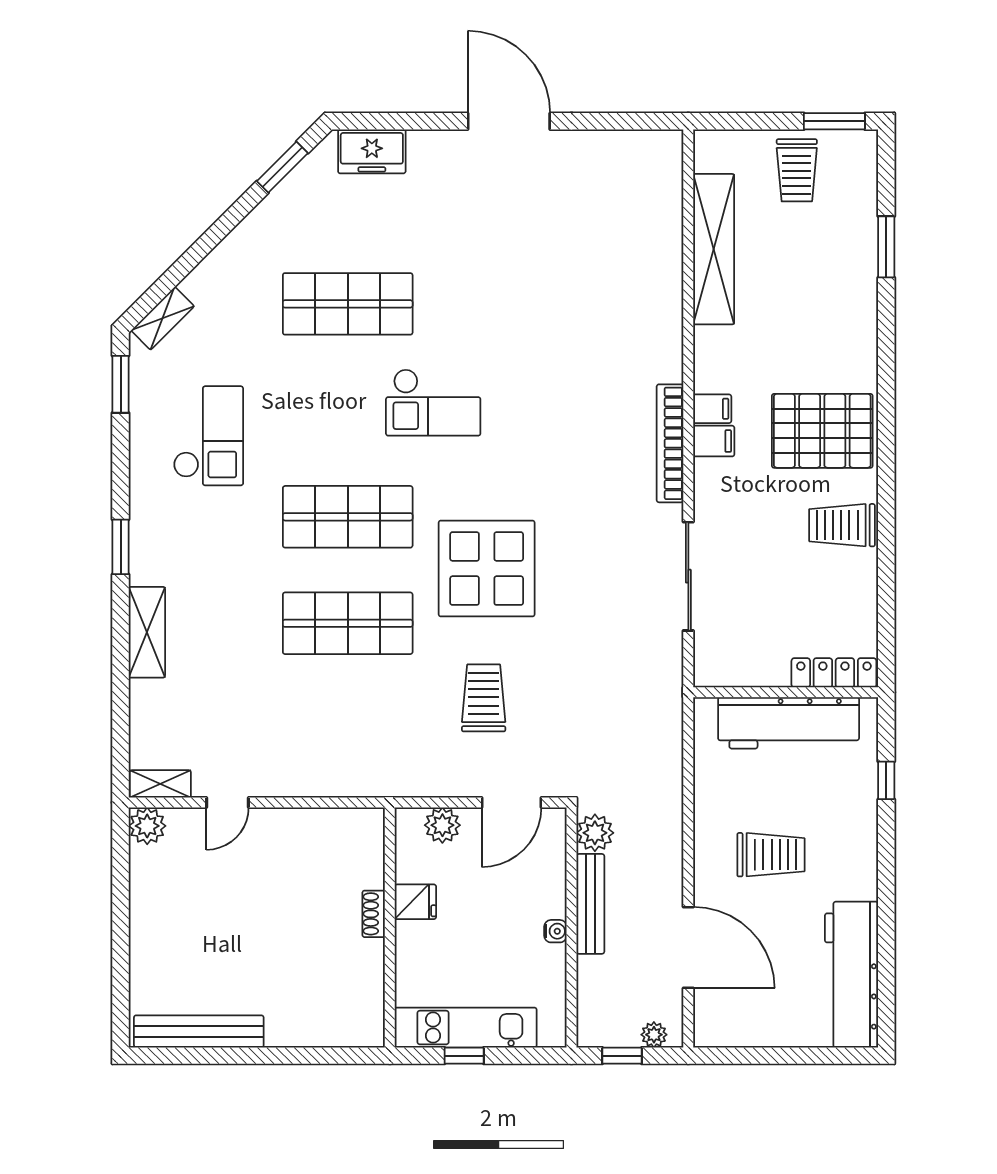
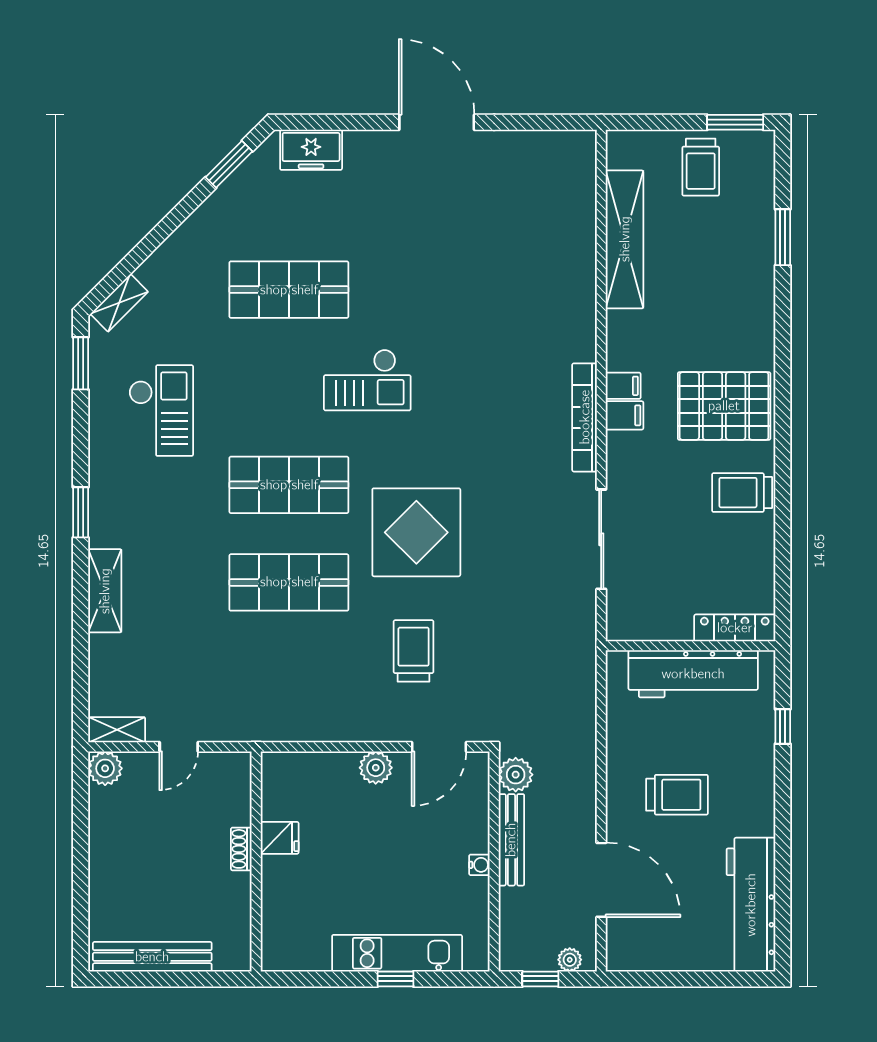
fridge: (415, 902) -> (280, 838), moved
shoe rack: (374, 914) -> (241, 849), moved
wall: (390, 927) -> (256, 861), moved

